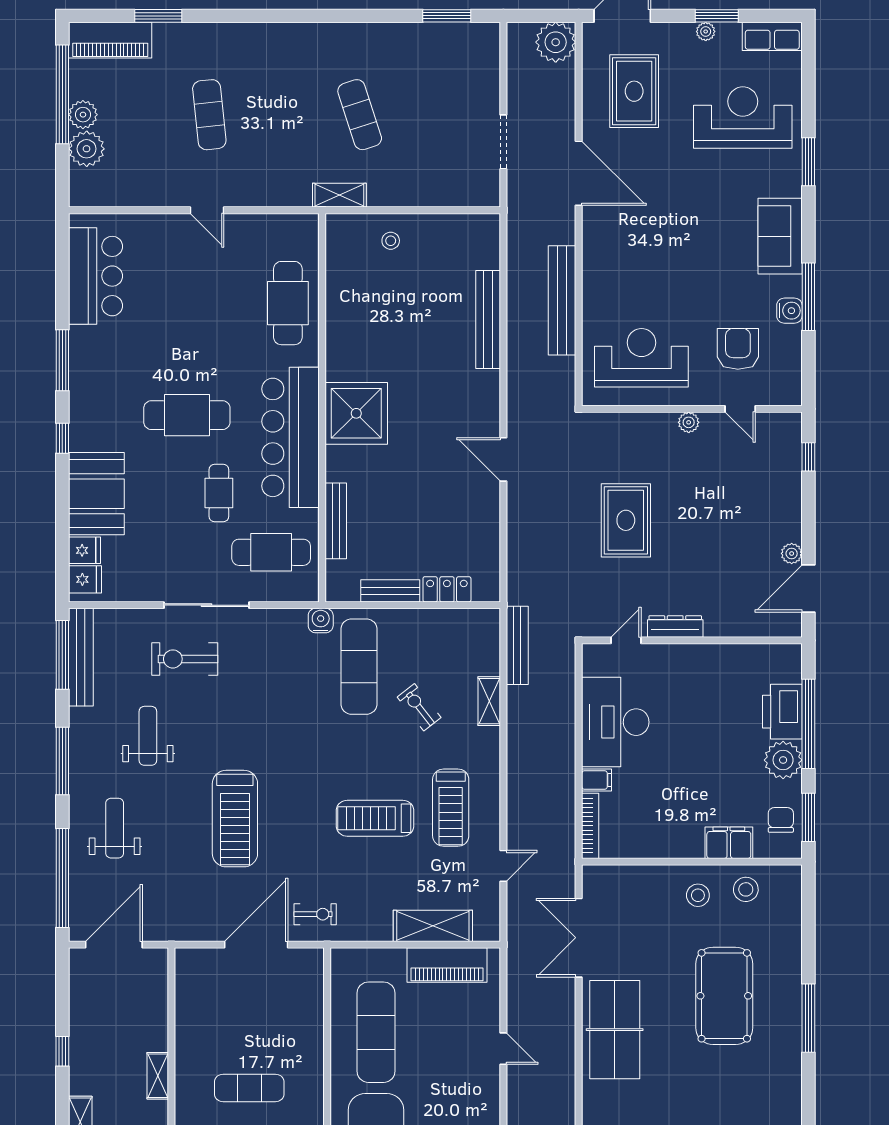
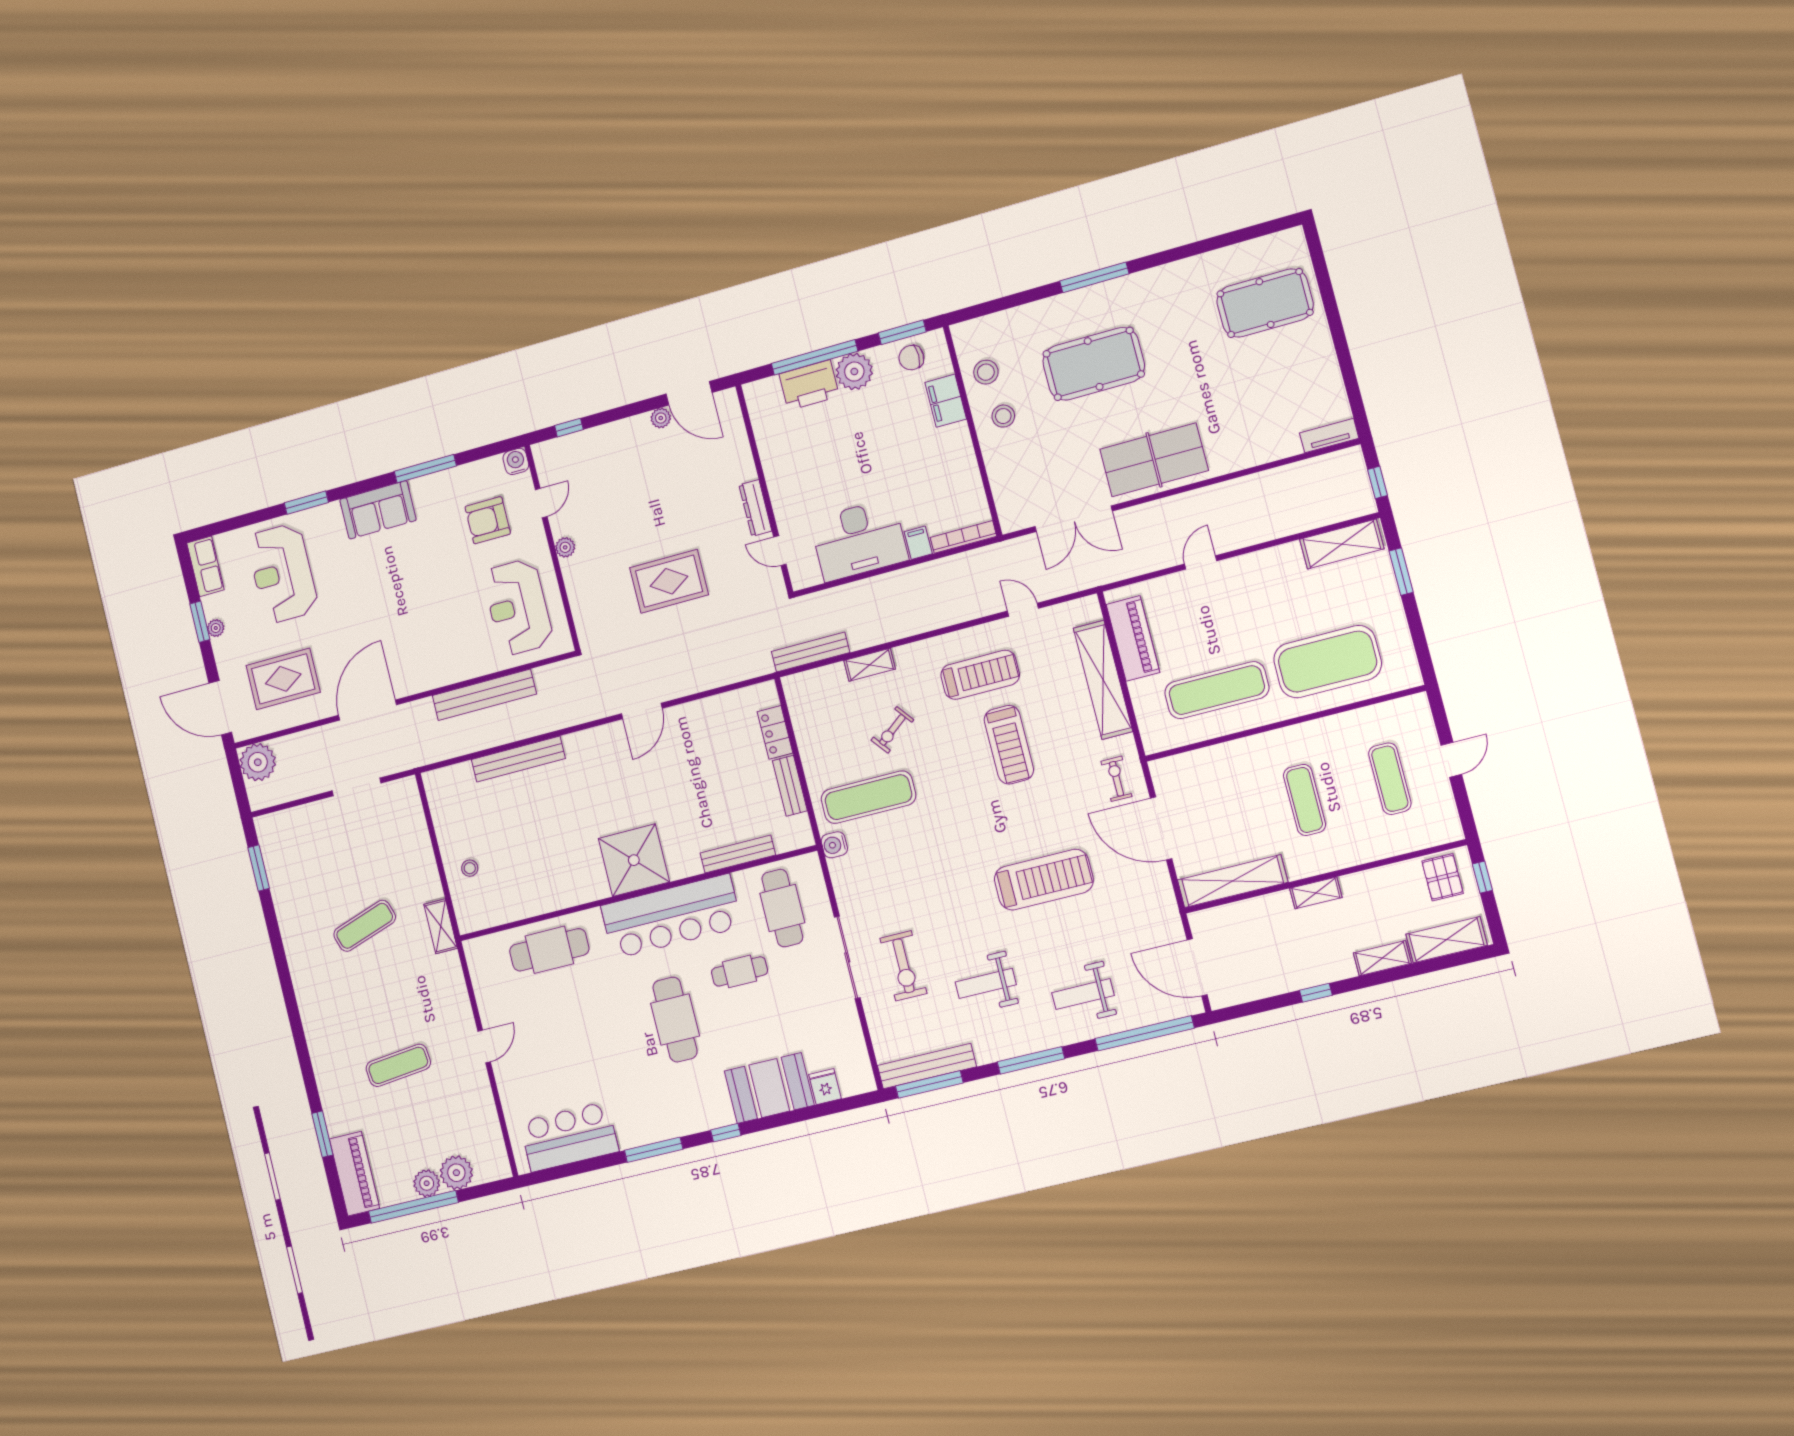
water cooler: (789, 311) -> (516, 461), moved
fridge: (85, 579) -> (852, 1080), removed
shelving: (433, 926) -> (1103, 680), width x1.47
shelving: (189, 1000) -> (1233, 881), added

